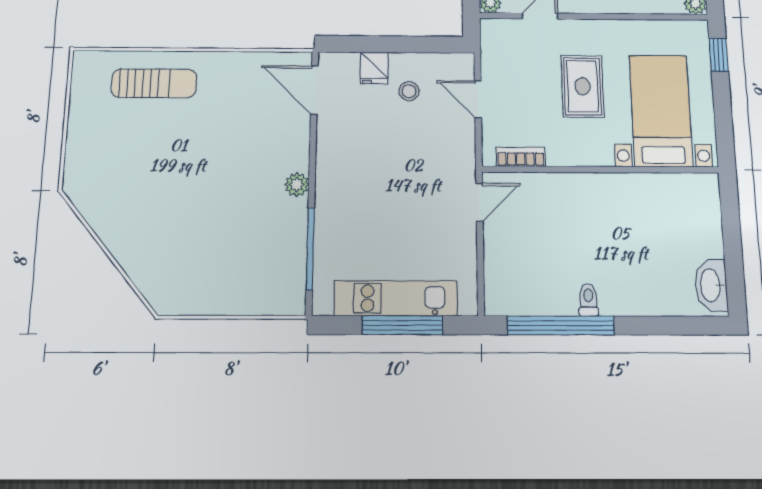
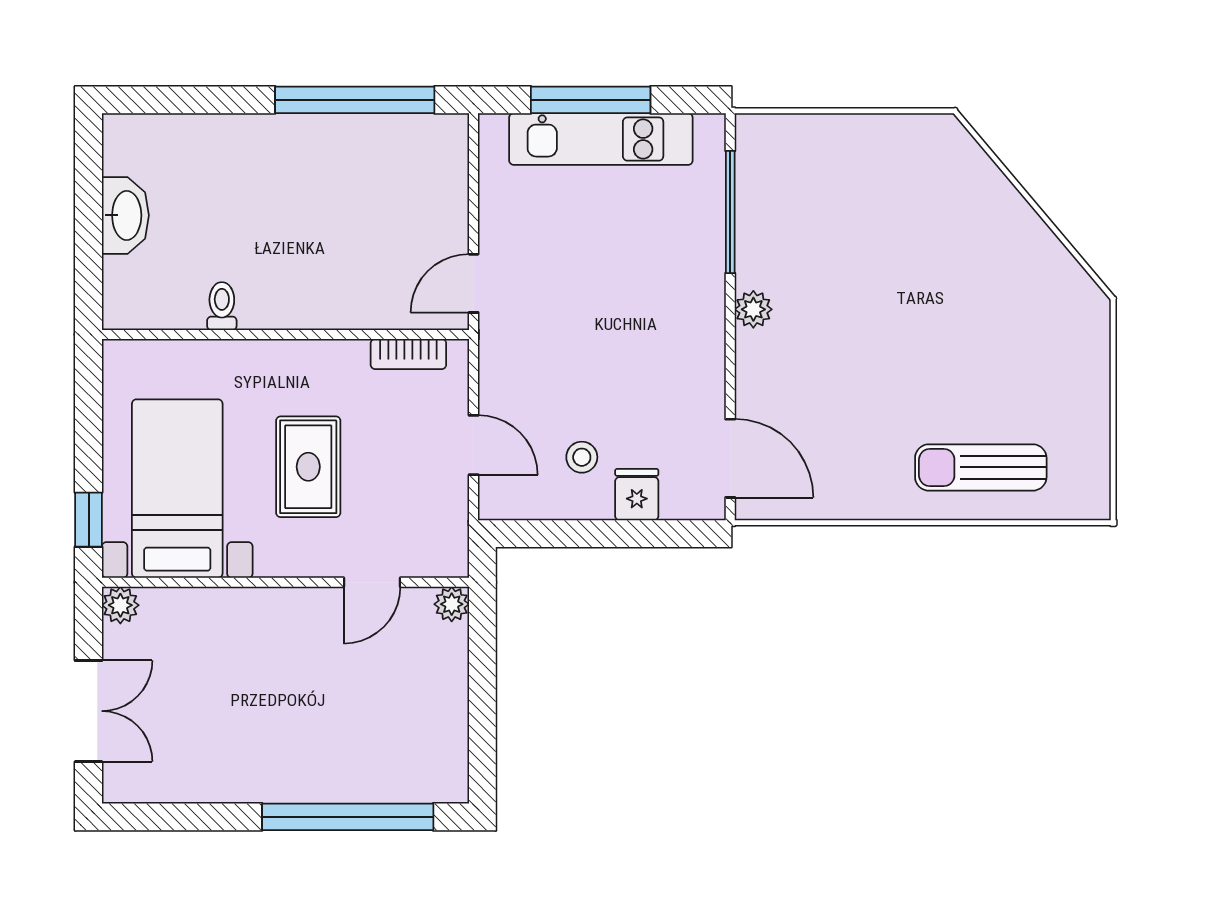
bed with nightstands: (661, 111) -> (177, 489), moved, turned 180
washbasin: (711, 285) -> (125, 215), moved
toilet: (588, 300) -> (222, 306), moved, turned 180

